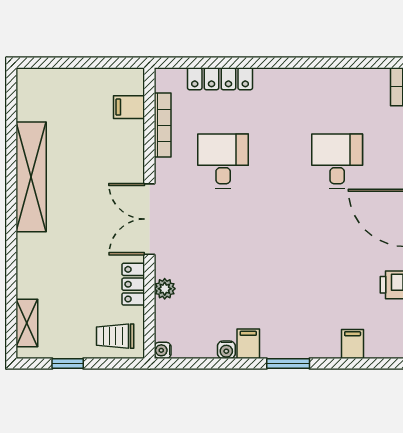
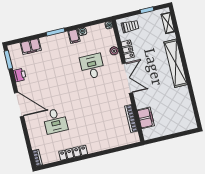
locker: (220, 79) -> (73, 153), moved
filing cabinet: (129, 107) -> (146, 118), width x2.00
desk: (223, 161) -> (92, 66), moved, turned 180
shelving: (31, 177) -> (176, 63), moved
filing cabinet: (353, 344) -> (31, 46), width x2.00

